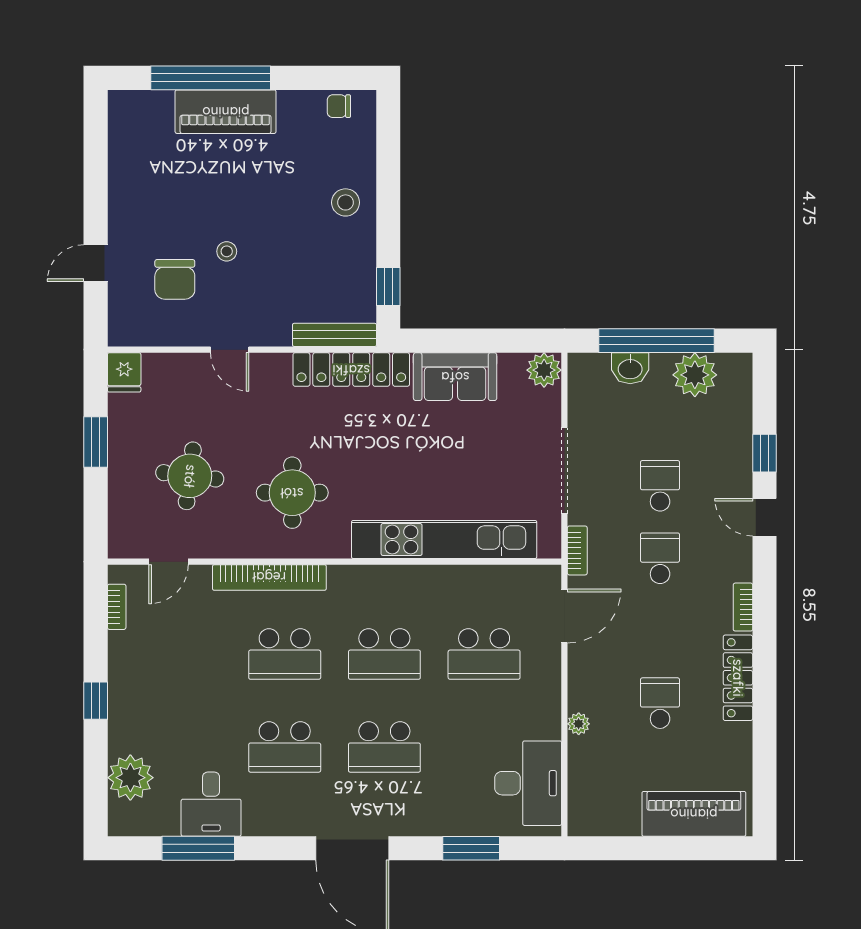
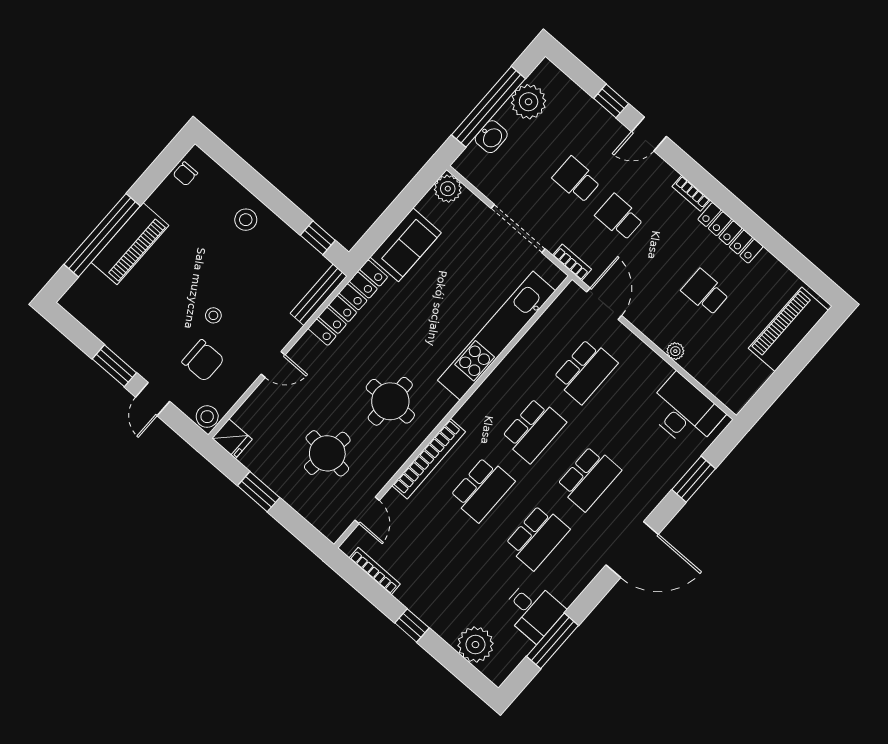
window: (96, 199) -> (114, 366), added
stool: (125, 330) -> (207, 417), added
bookcase: (117, 607) -> (375, 571), width x1.56

